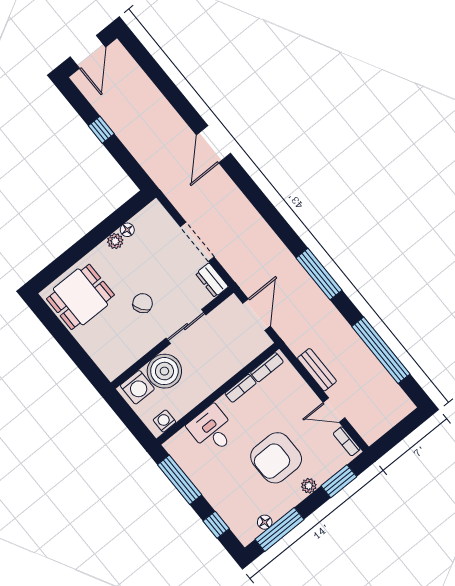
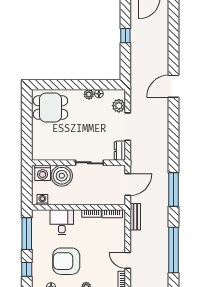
plant: (165, 225) -> (119, 106), added
chair: (143, 303) -> (78, 135), removed
bench: (317, 370) -> (135, 217), moved
armchair: (276, 458) -> (66, 261), moved

